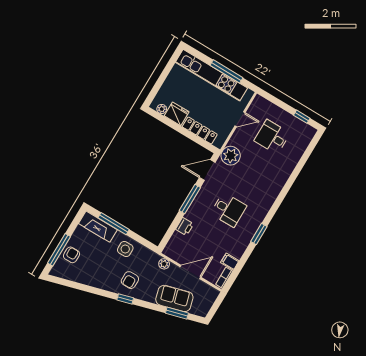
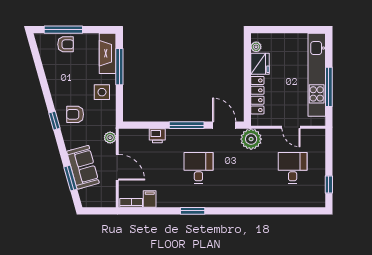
desk: (229, 210) -> (198, 168), turned 180

